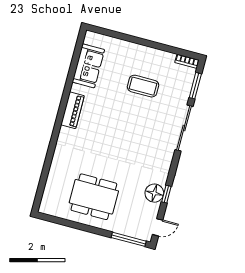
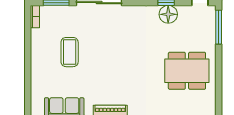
dining table: (94, 197) -> (187, 71), turned 90

